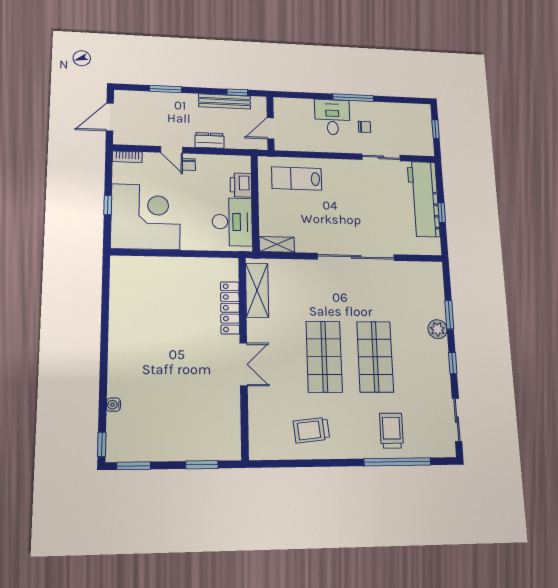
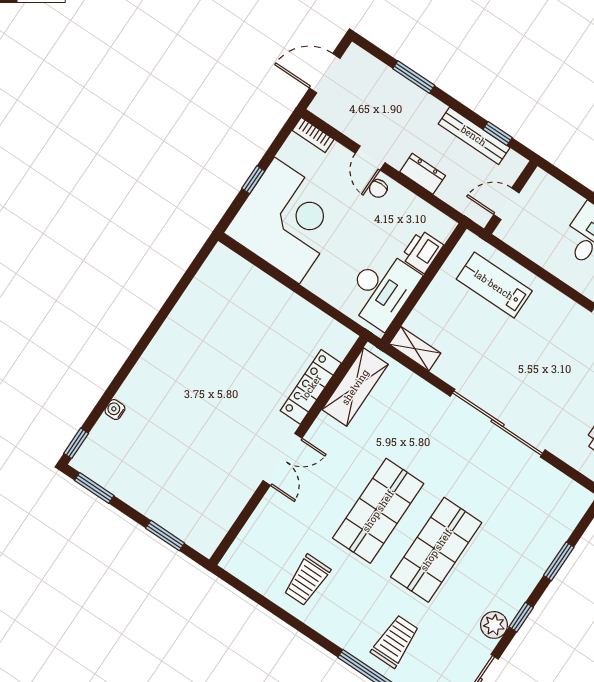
plant: (438, 329) -> (494, 625), moved
trolley: (311, 430) -> (307, 580), turned -84

